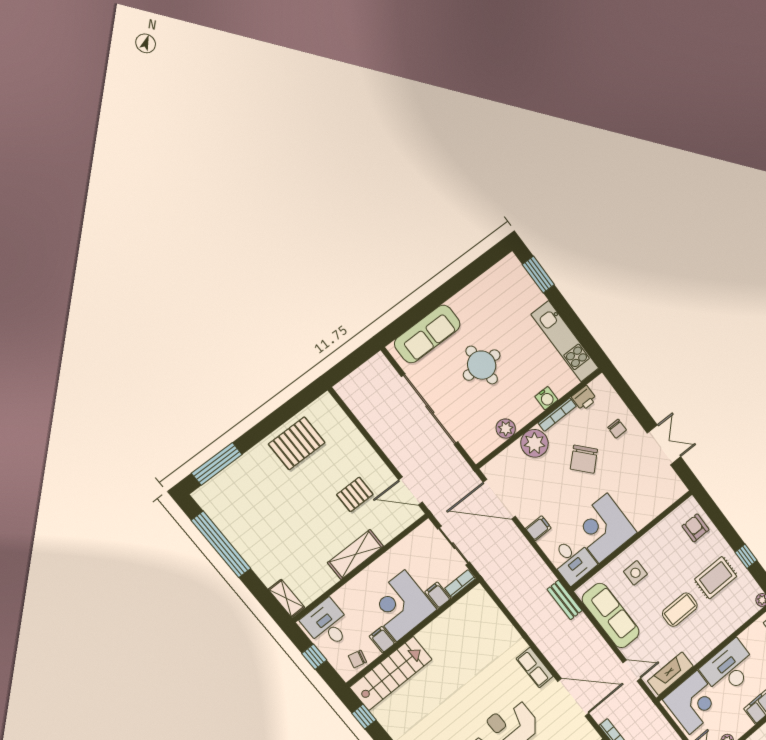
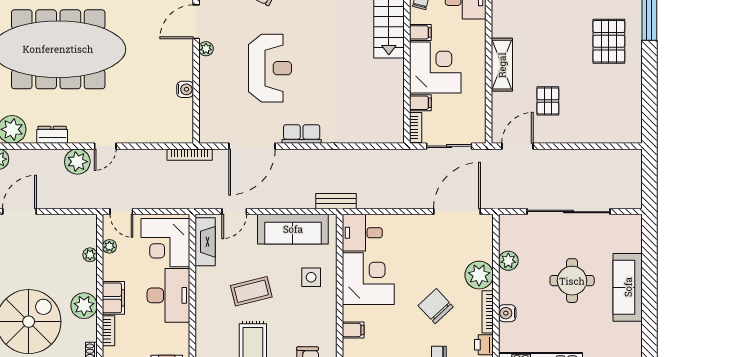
sofa: (427, 334) -> (628, 287), moved
pallet: (297, 443) -> (609, 41), moved
filing cabinet: (538, 528) -> (353, 330), moved, turned -90
coffee table: (680, 610) -> (251, 291), turned 76

